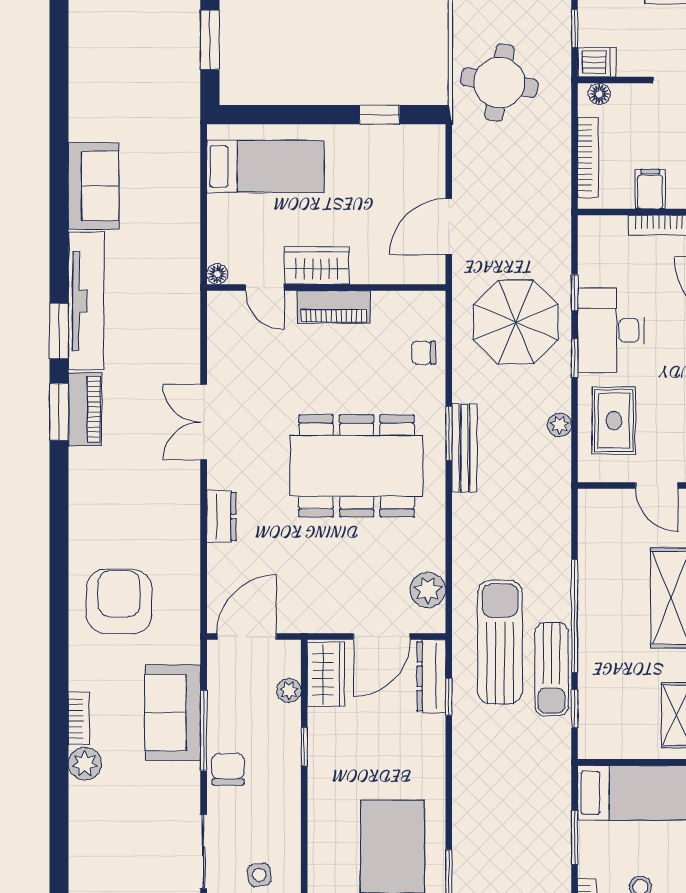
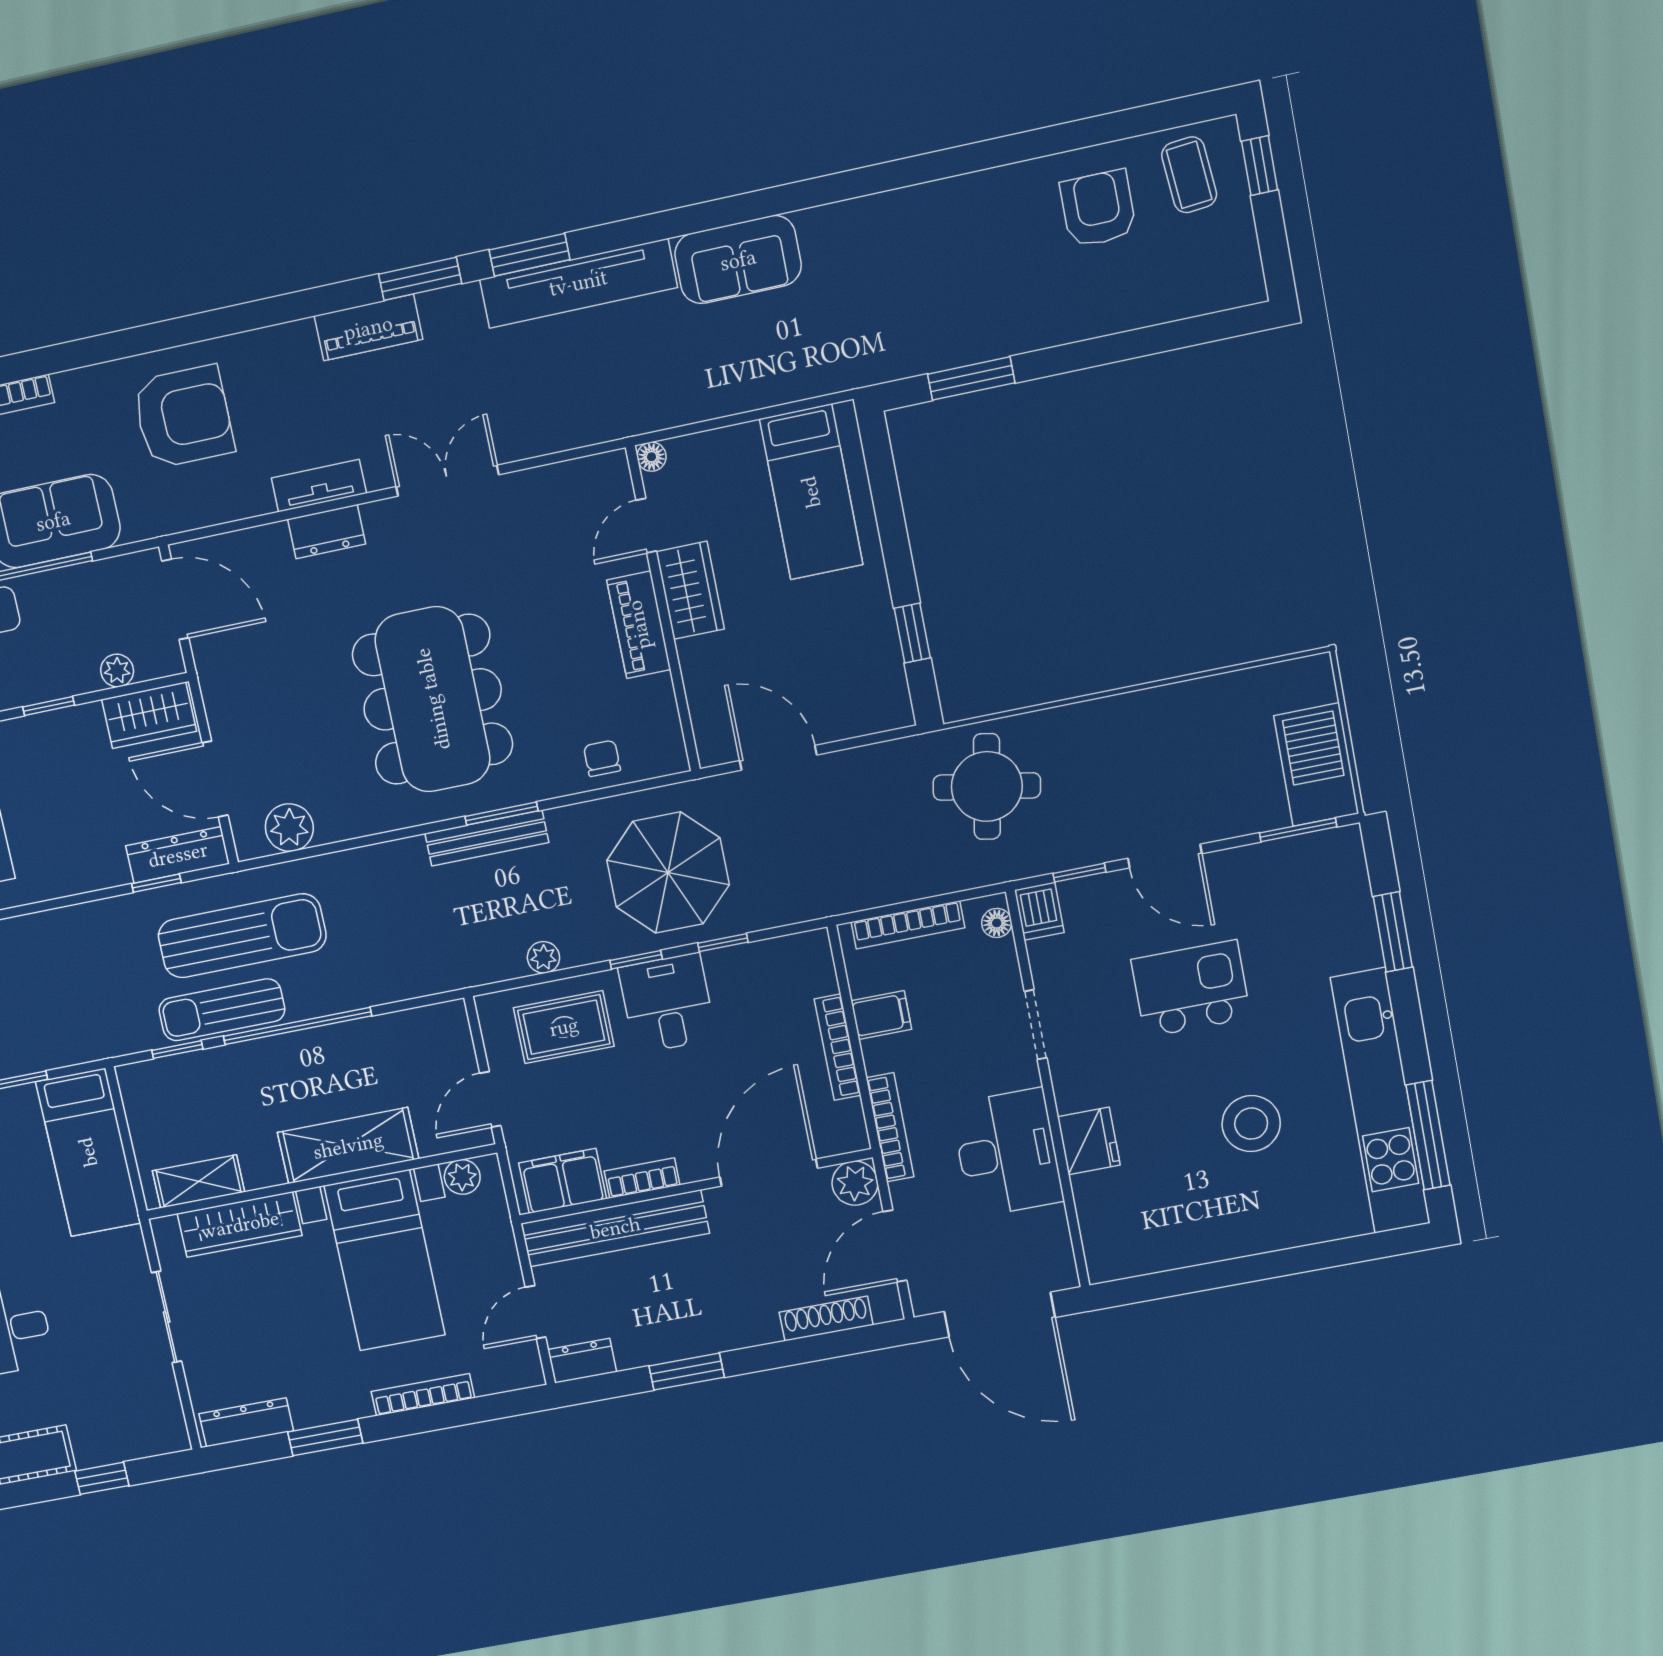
desk: (611, 330) -> (667, 1003), width x0.73
piano: (85, 409) -> (368, 328), moved
tv unit: (188, 515) -> (319, 486), added

